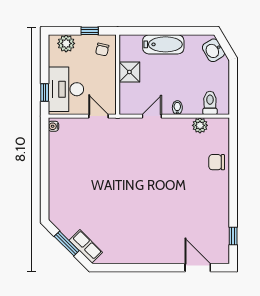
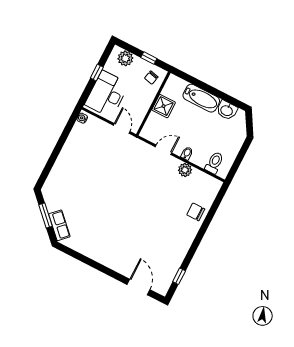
washbasin: (213, 50) -> (227, 110), moved, turned -60
window: (45, 93) -> (97, 73), moved
plant: (200, 125) -> (185, 170), moved

